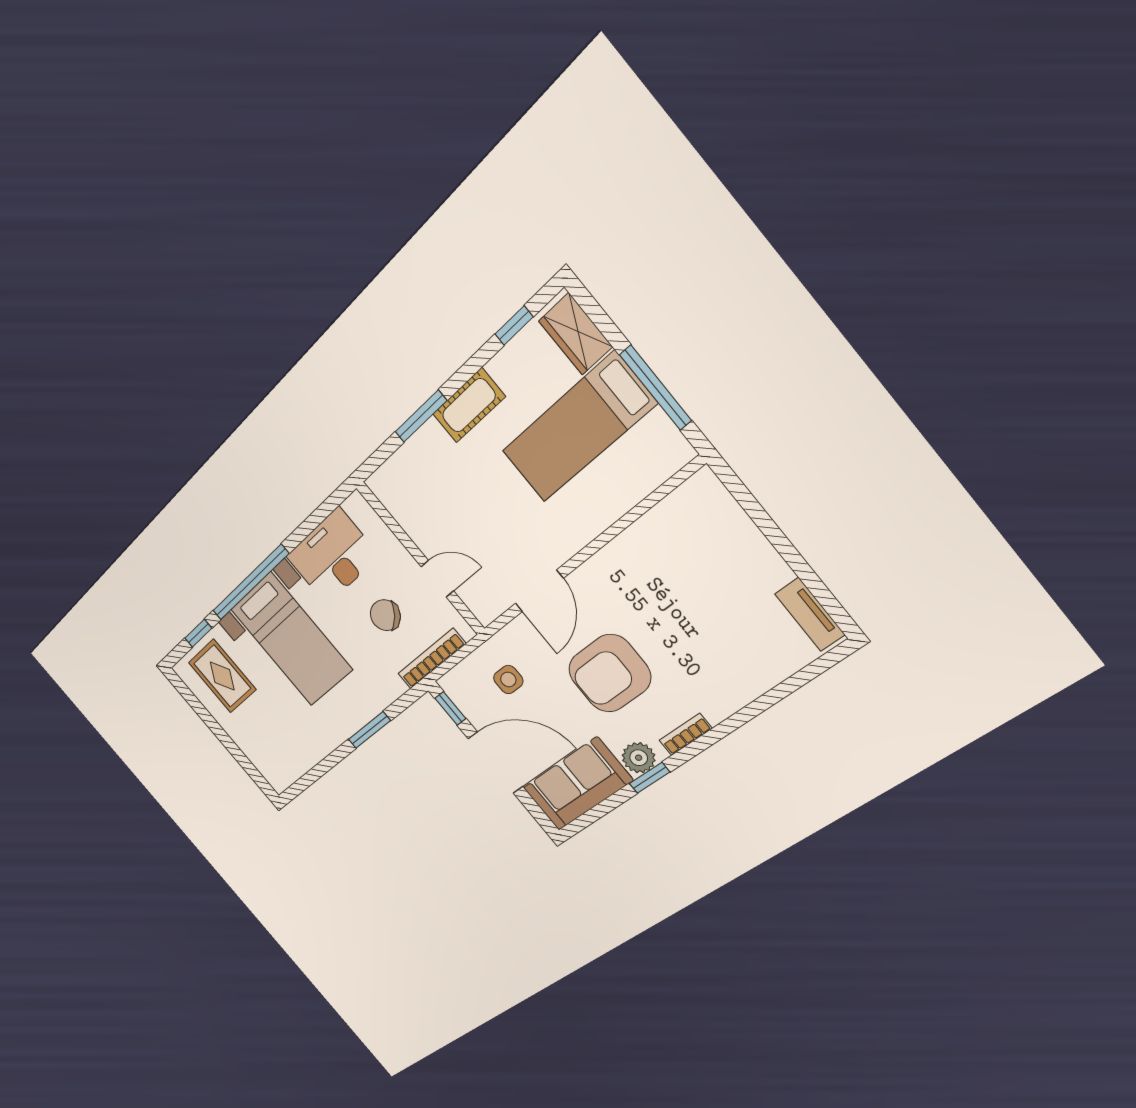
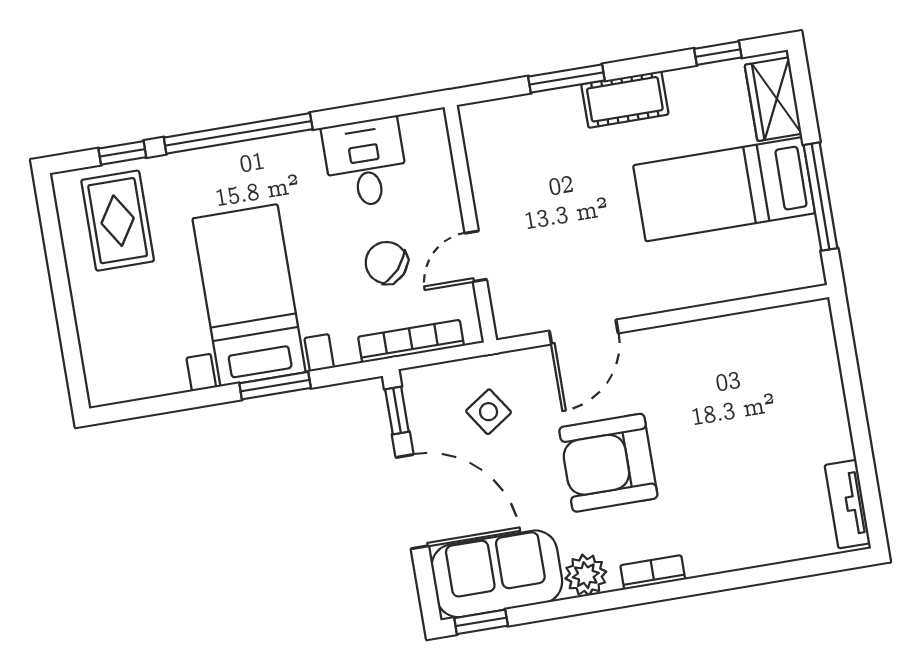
desk: (333, 556) -> (365, 163), width x0.73
door: (437, 579) -> (476, 256), swing flipped
bed with nightstands: (291, 639) -> (249, 295), moved, turned 180
side table: (508, 680) -> (489, 412), turned -34
window: (650, 778) -> (481, 622), moved

